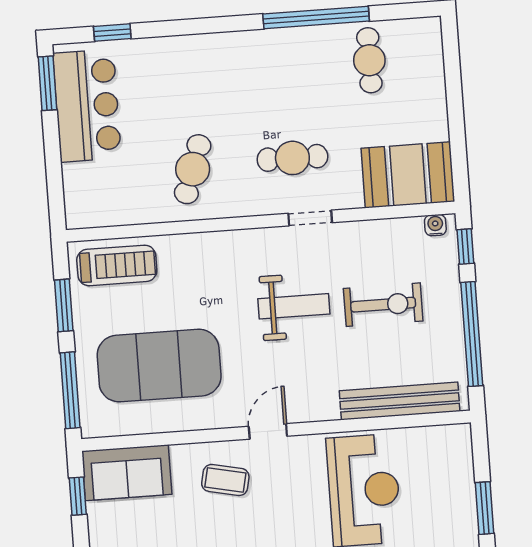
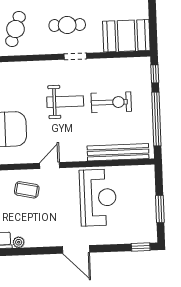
water cooler: (435, 225) -> (140, 62), removed

